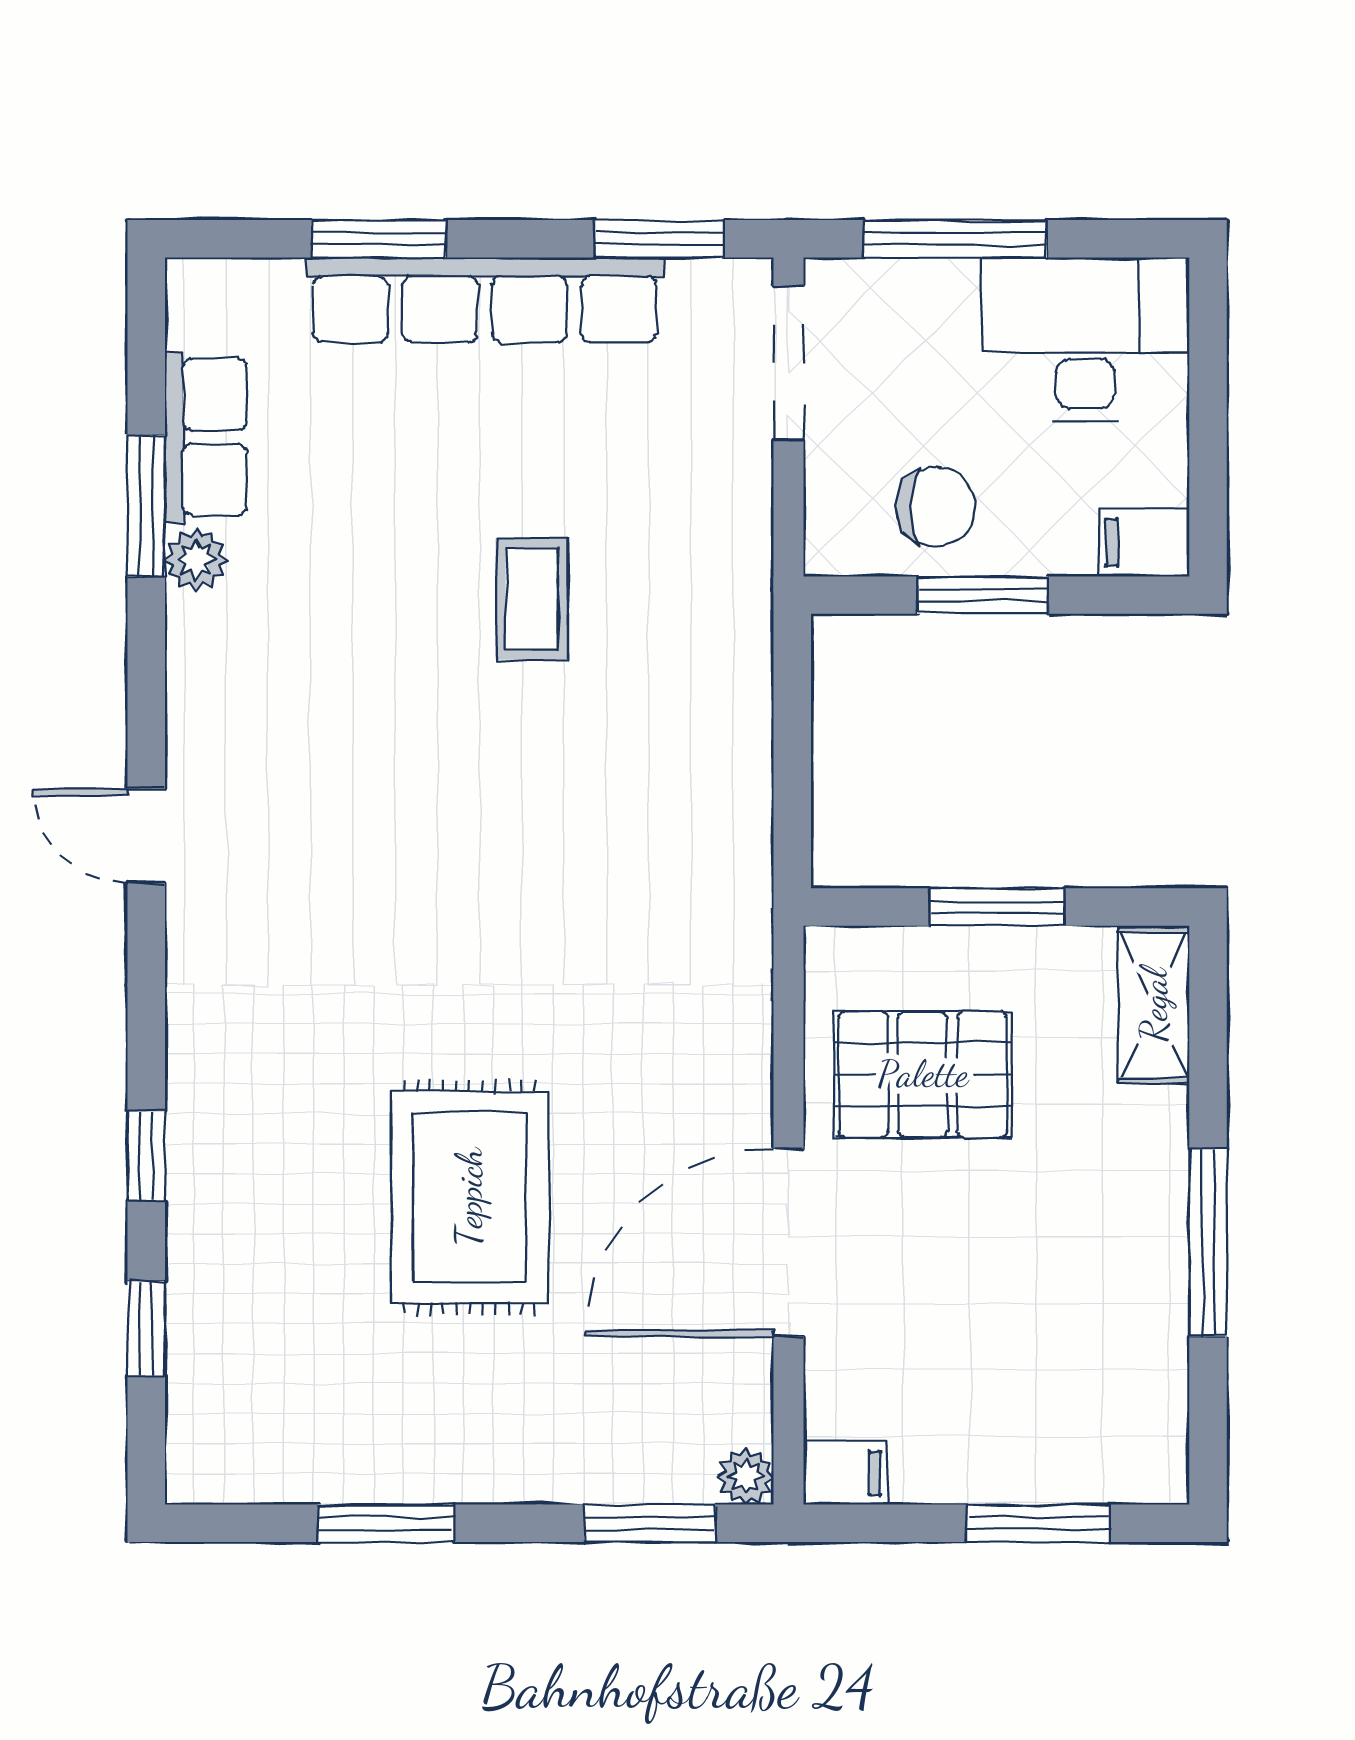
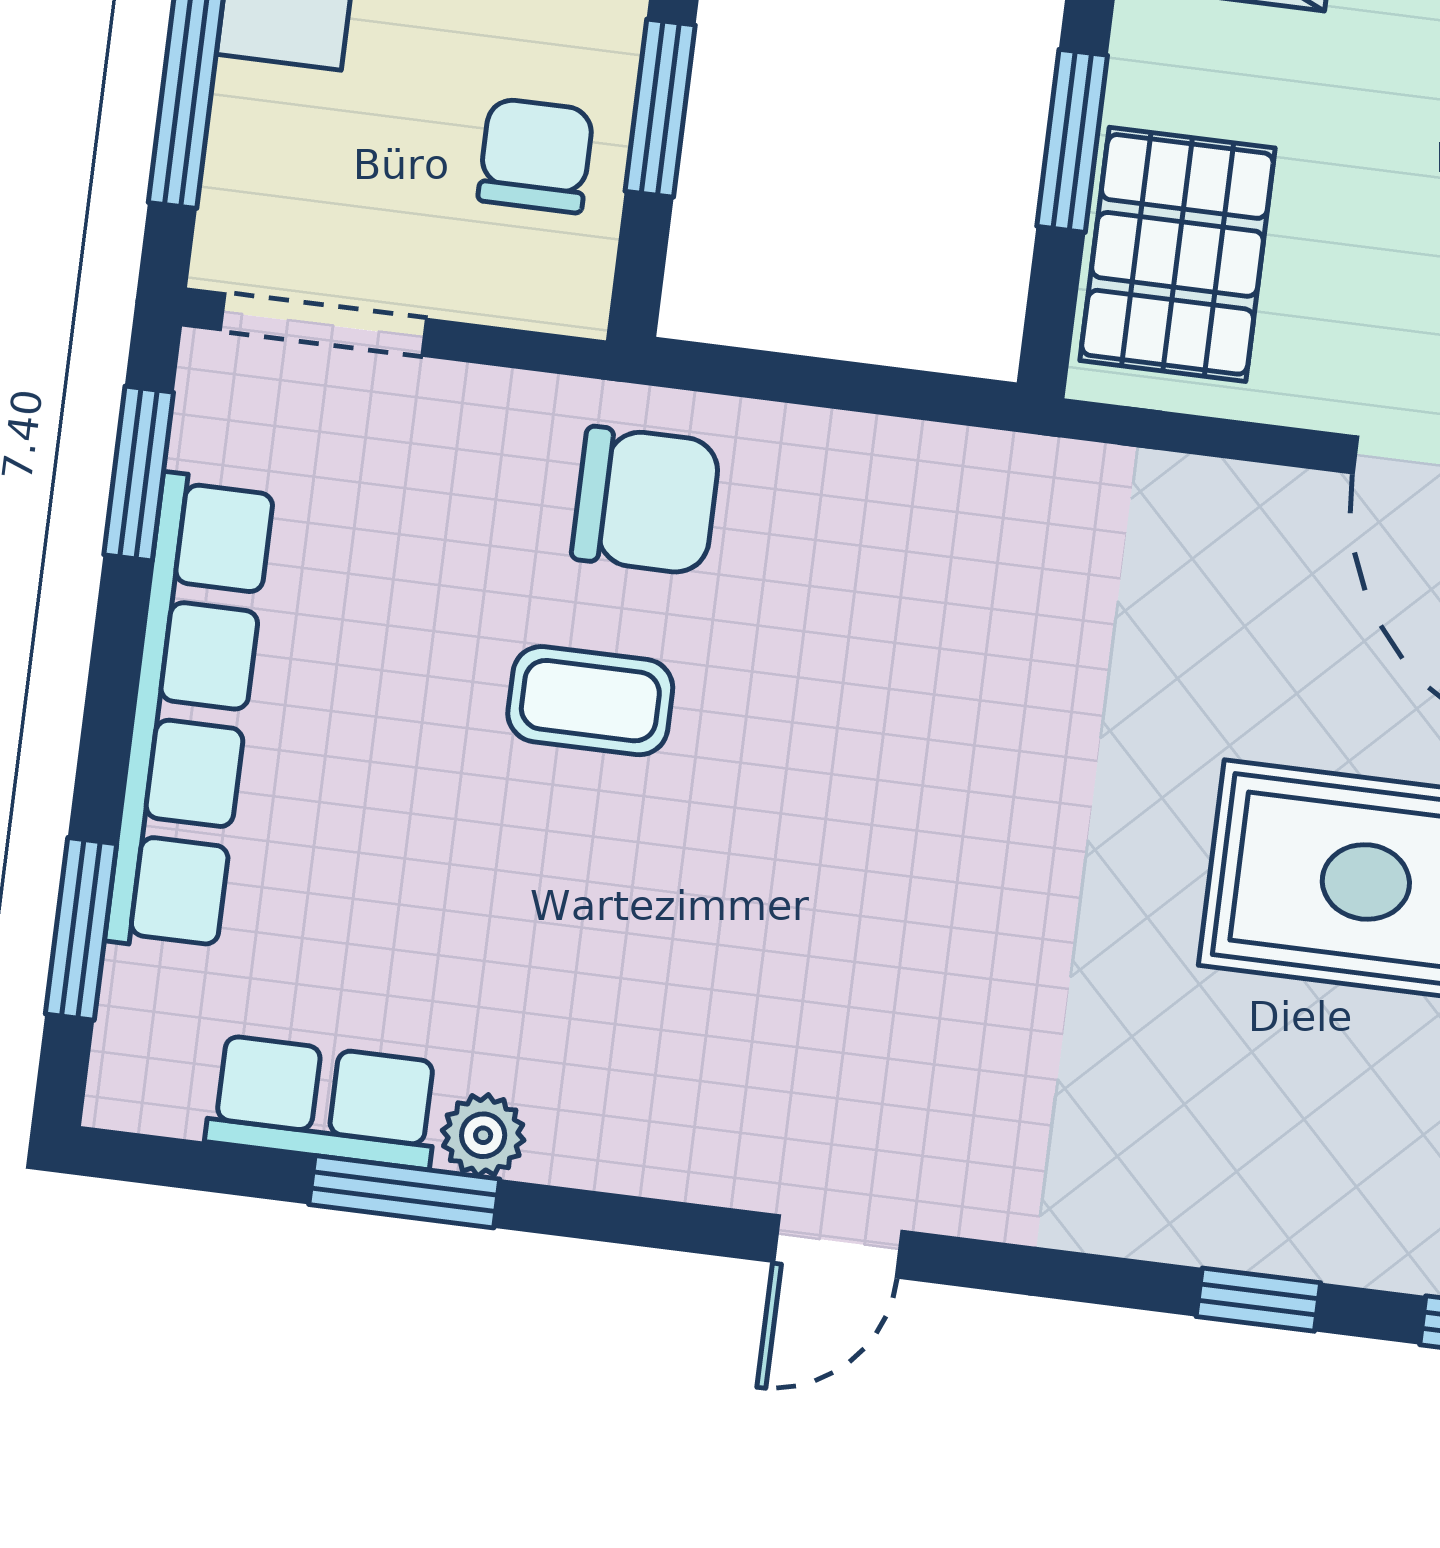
window: (379, 239) -> (81, 929), moved
chair: (687, 622) -> (646, 501), added
pallet: (923, 1074) -> (1177, 254), moved

